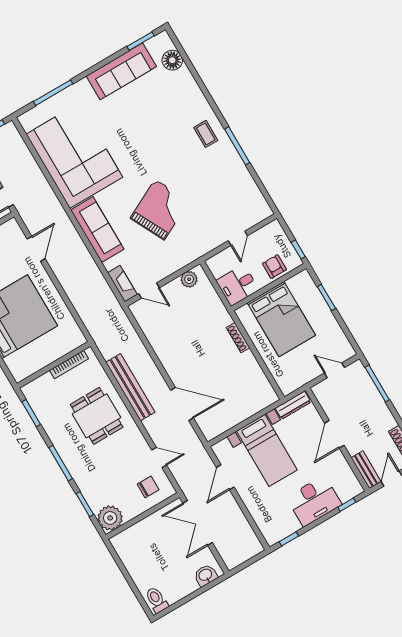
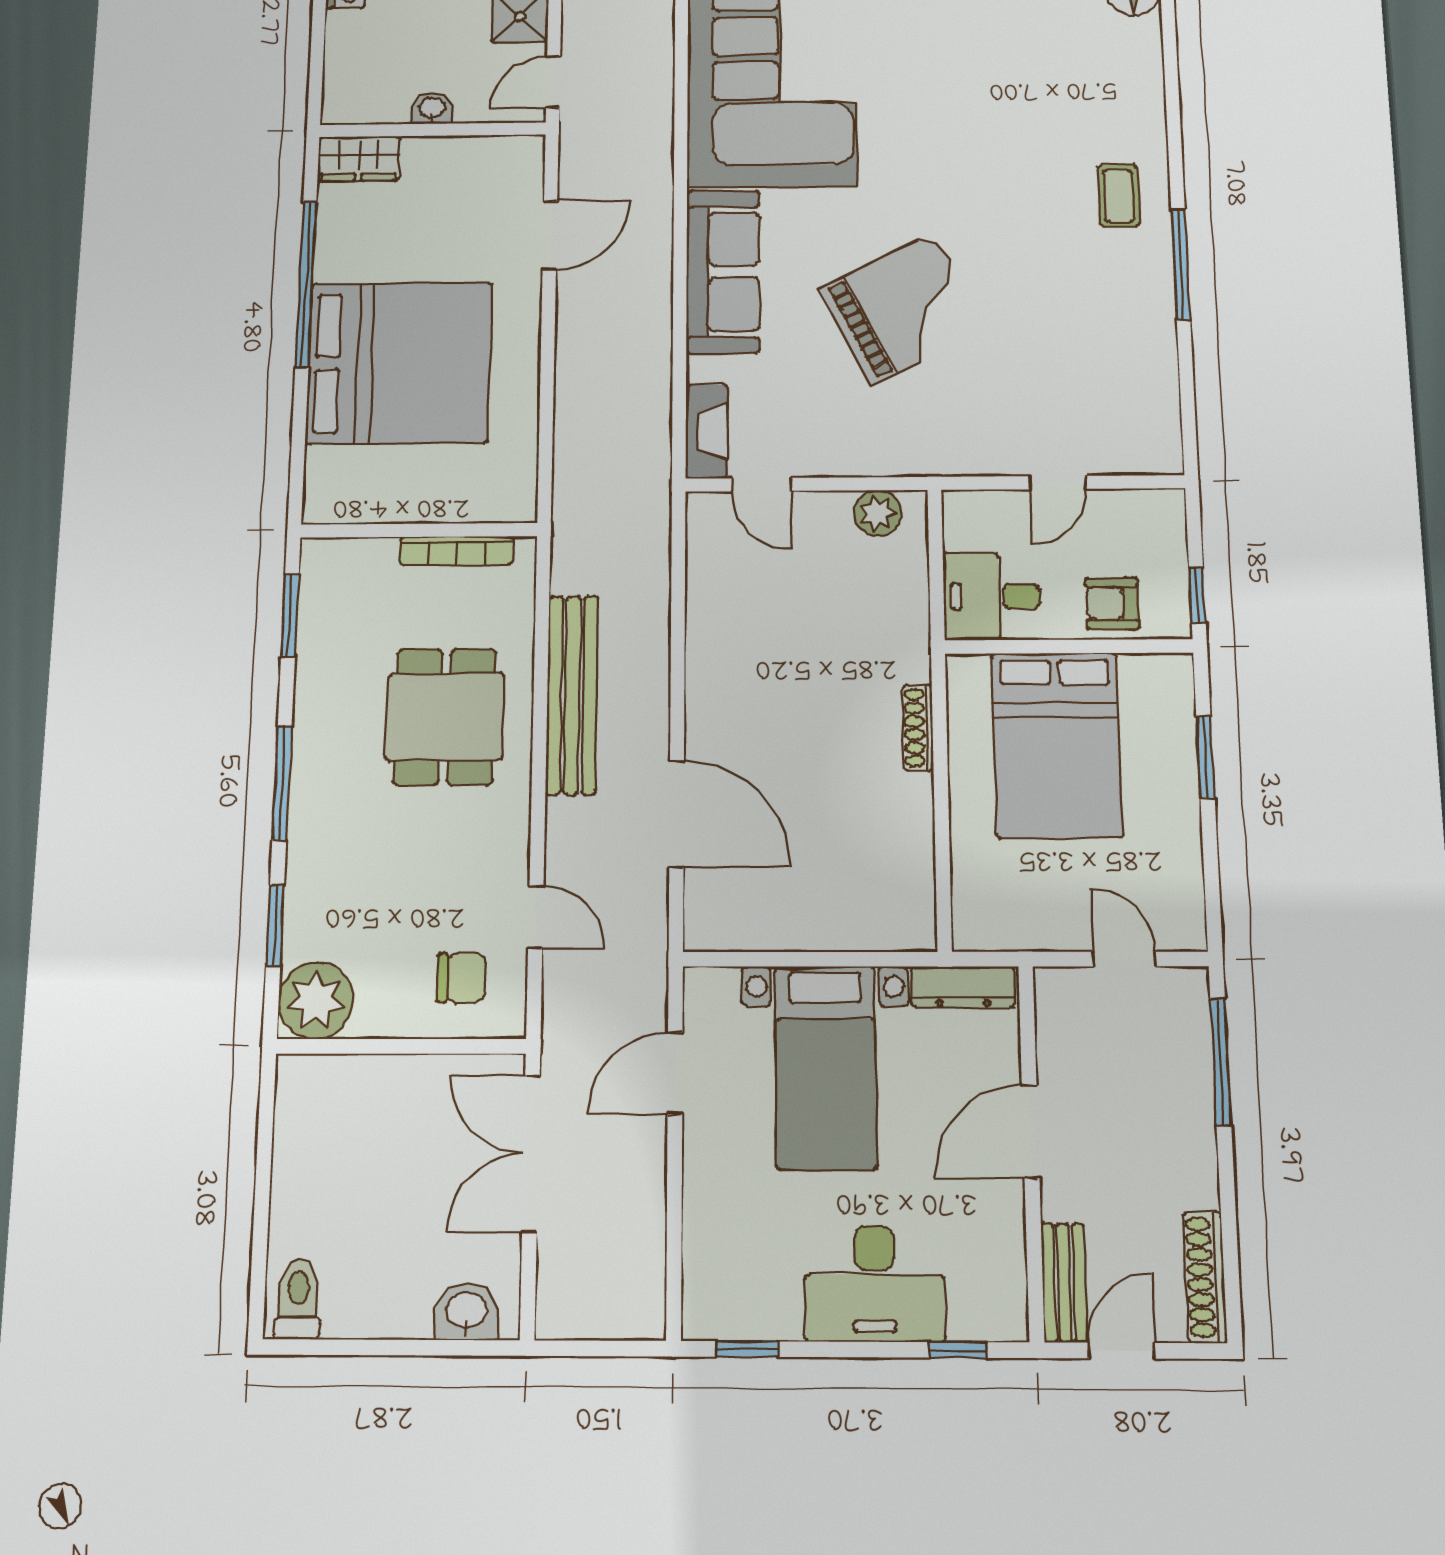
armchair: (274, 267) -> (1112, 603), turned -90

